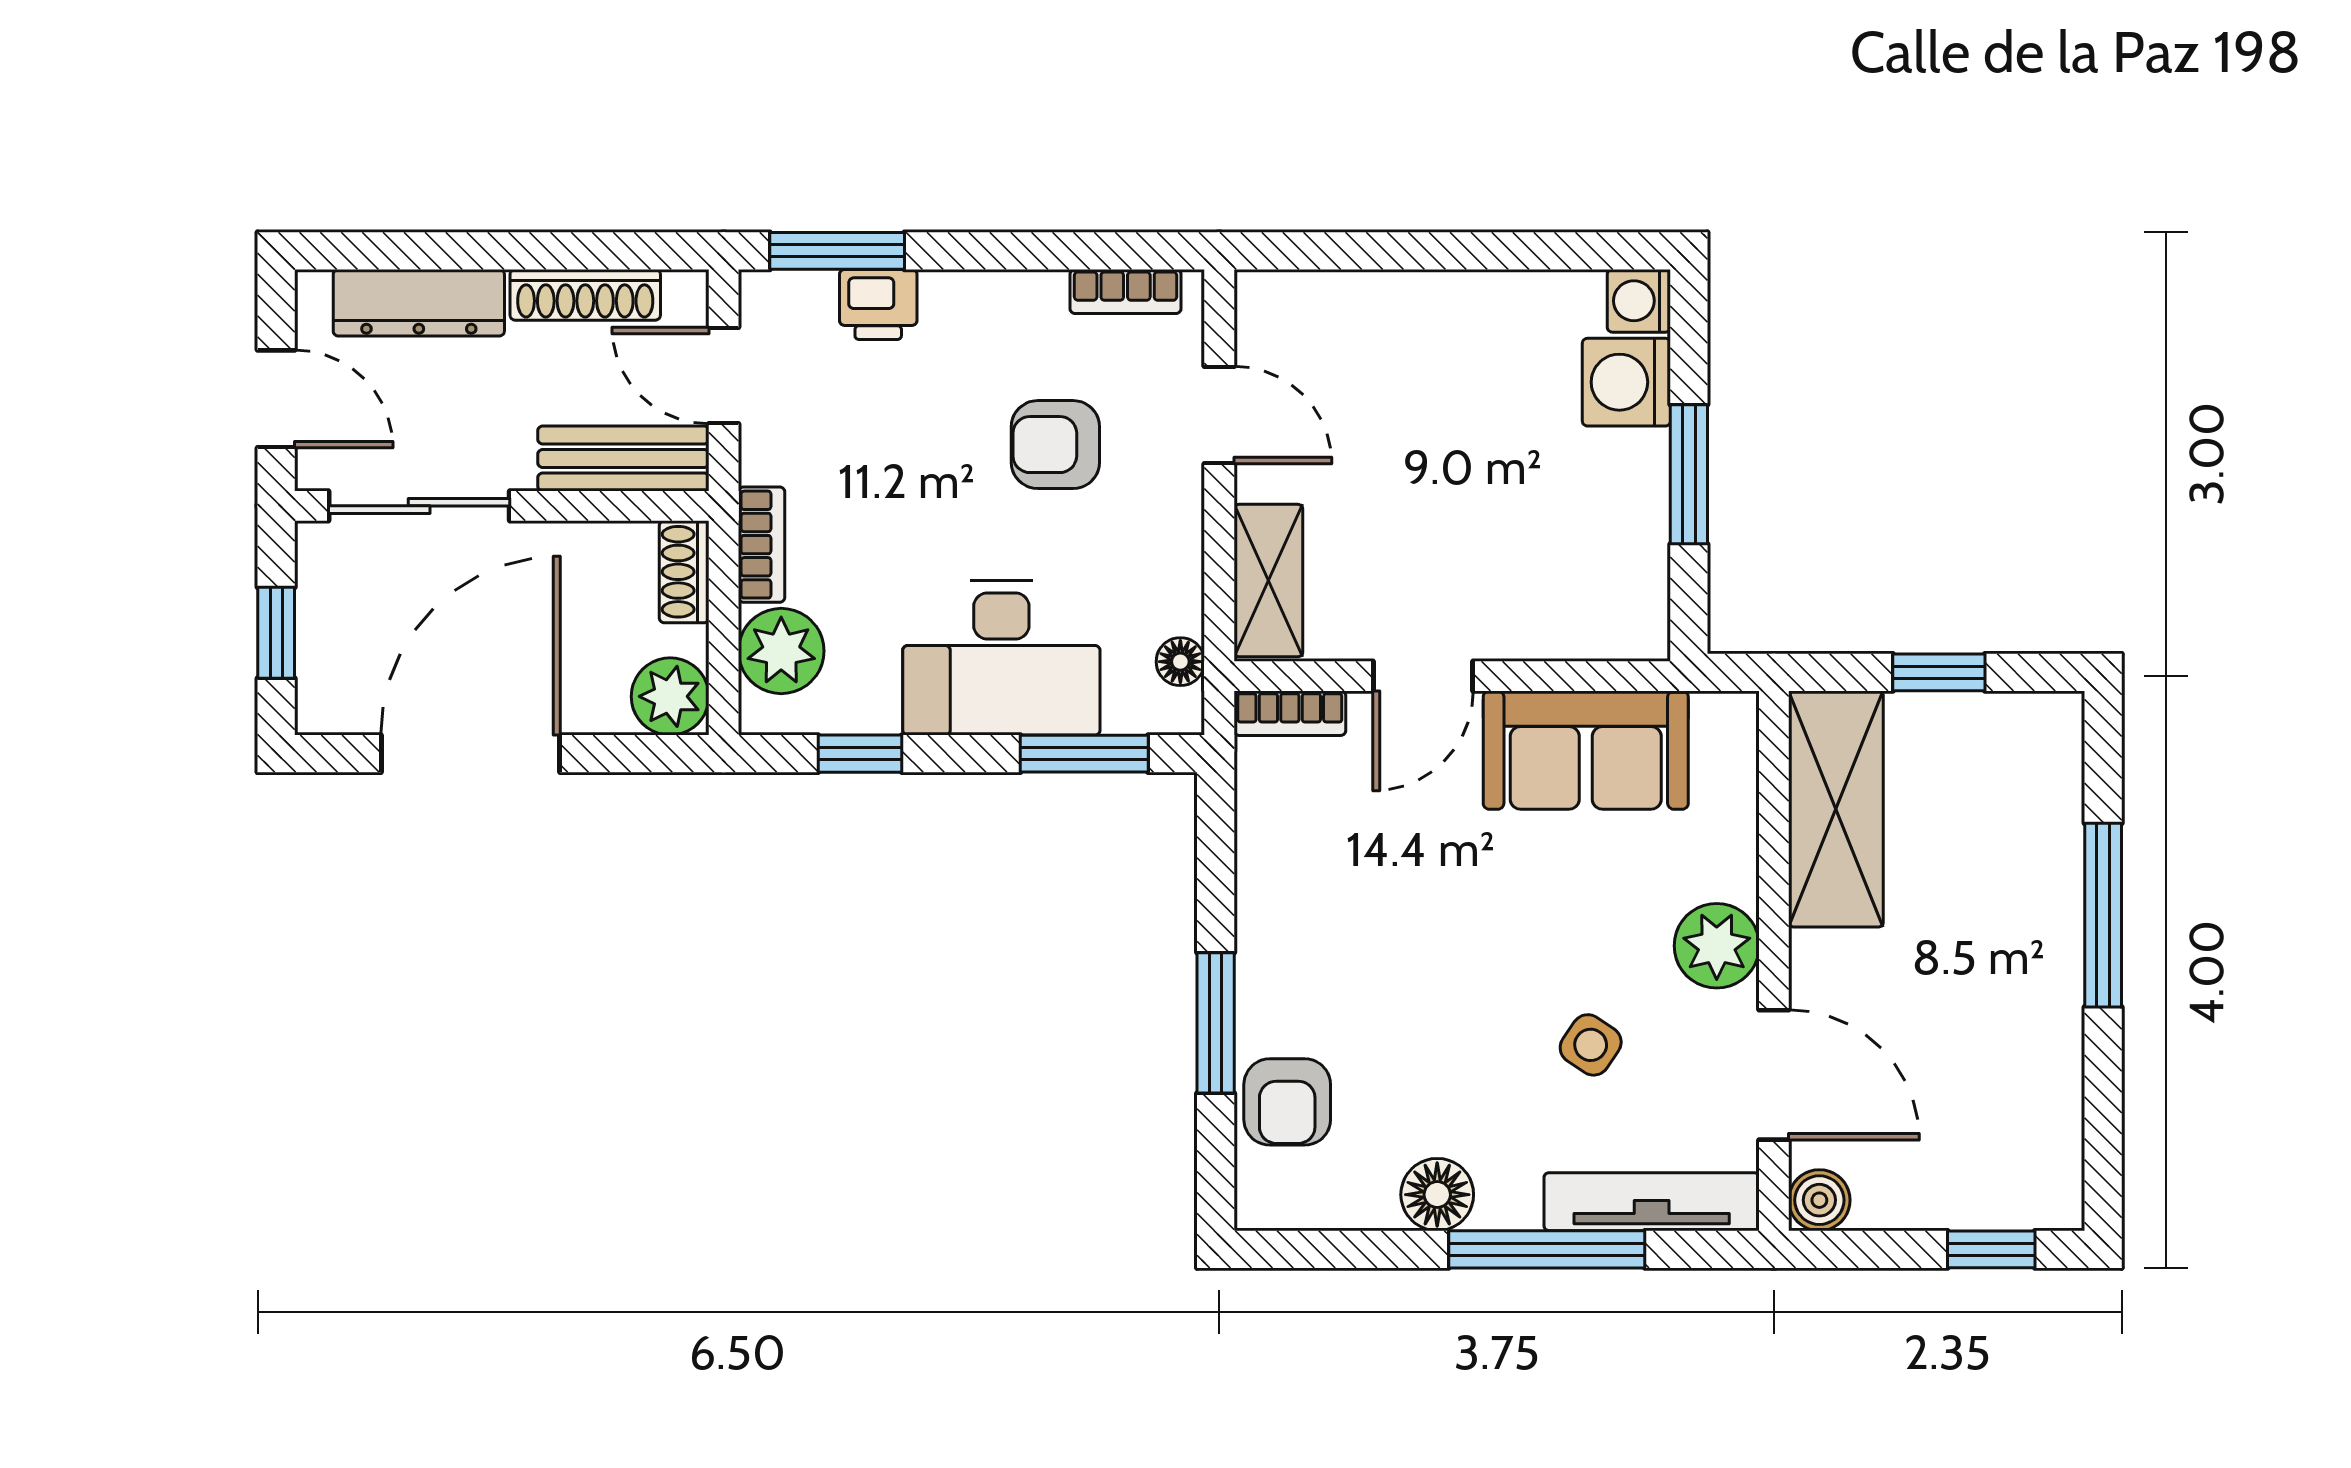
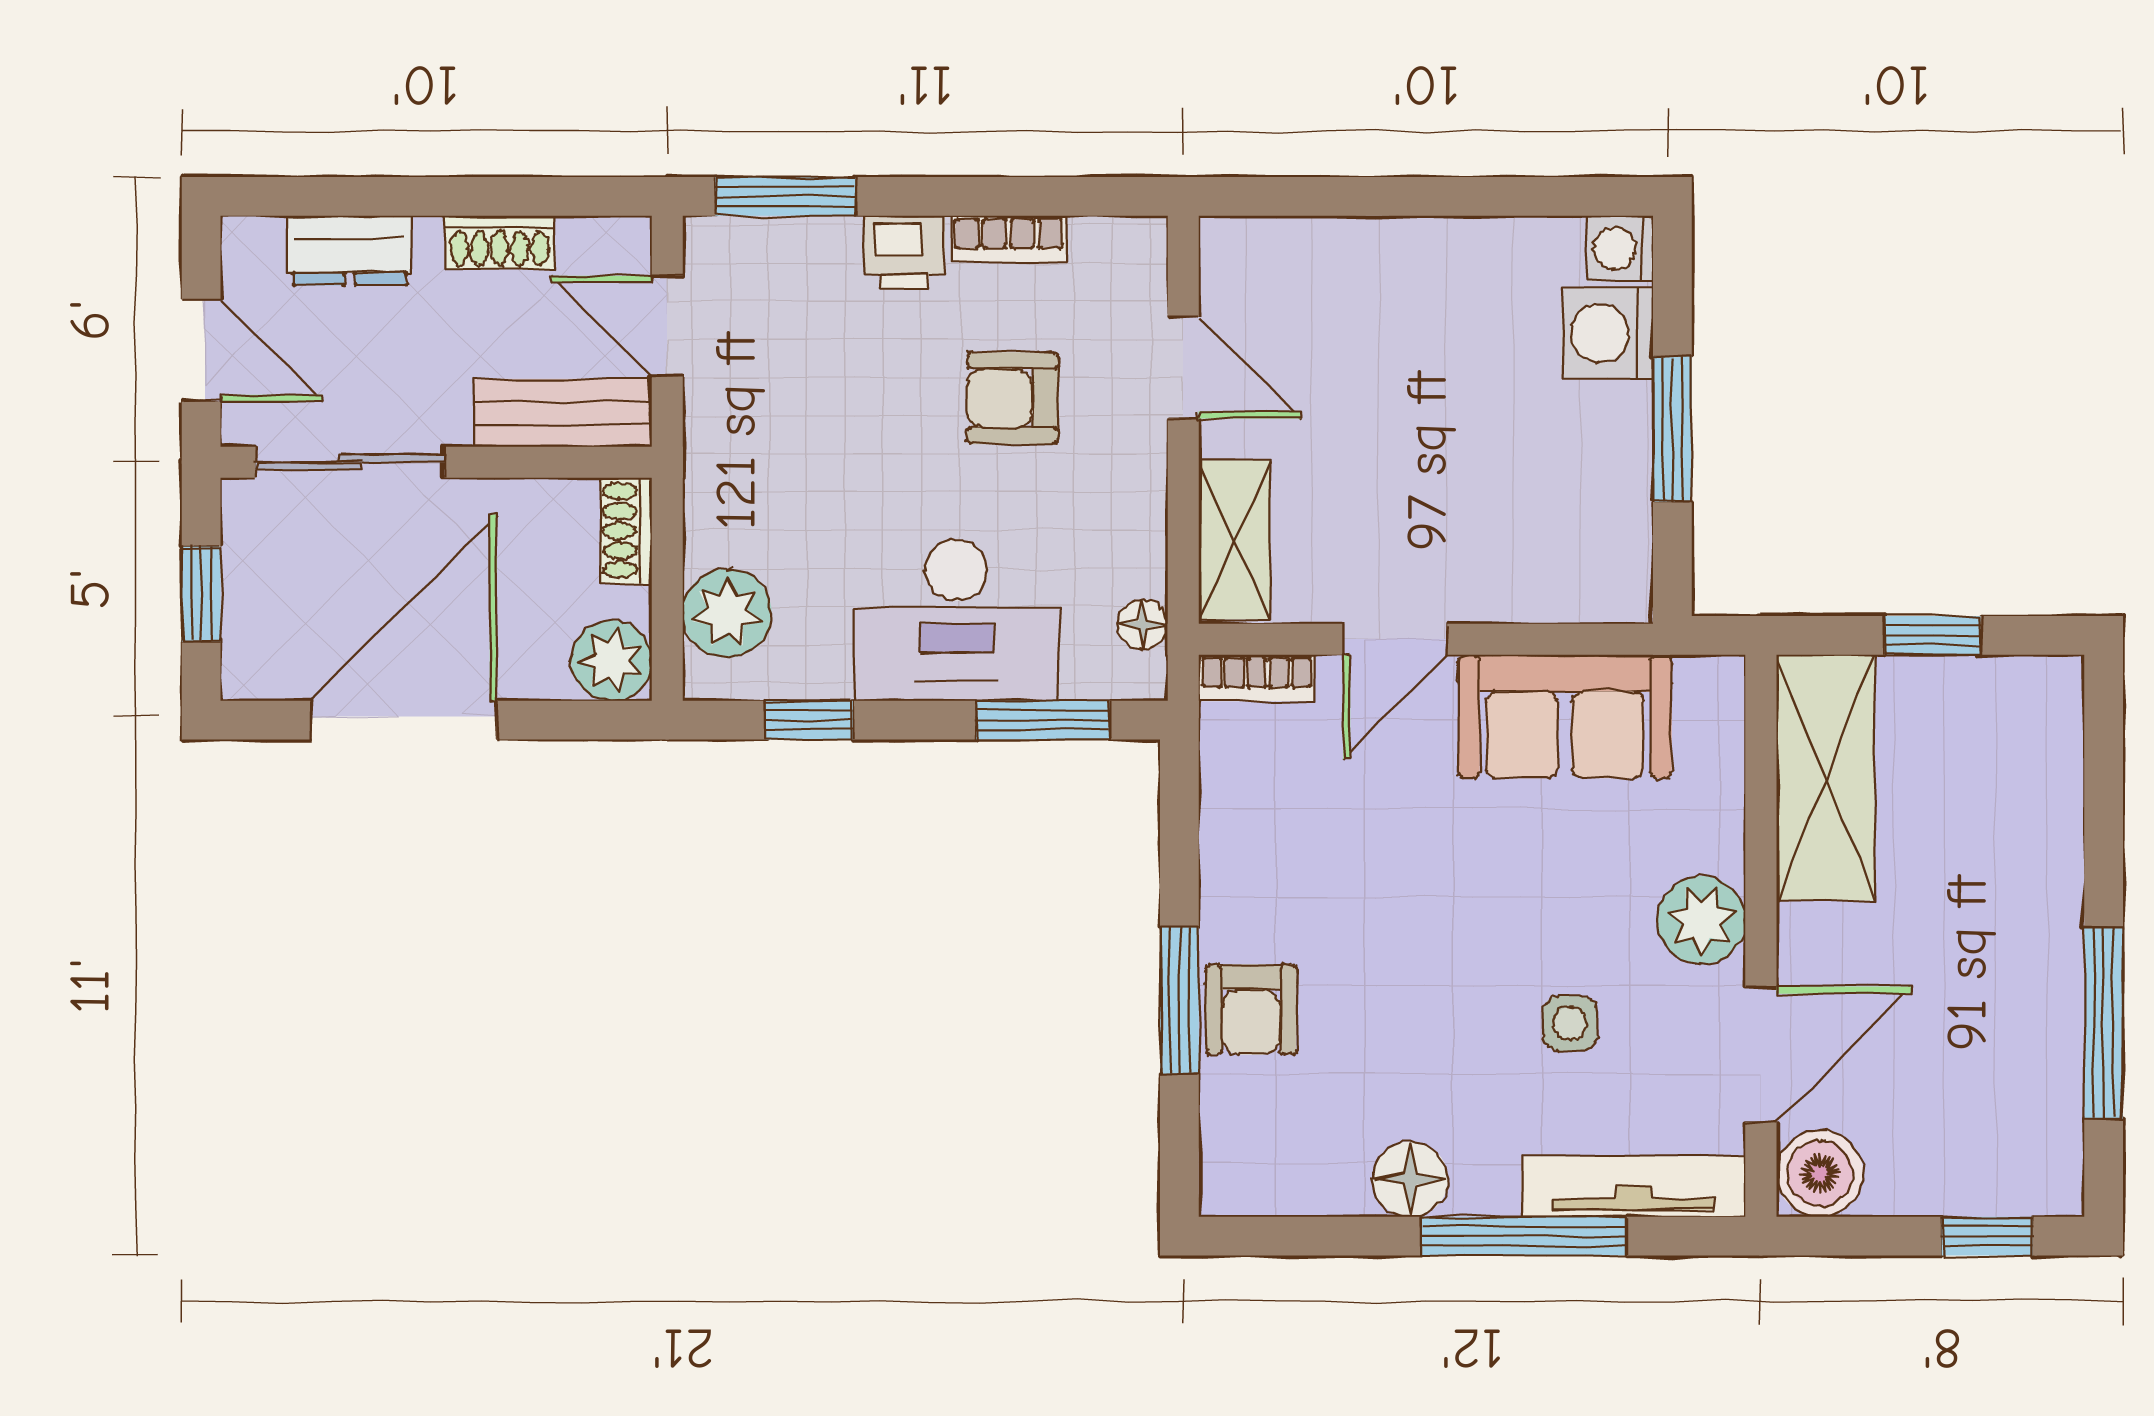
bookcase: (1126, 291) -> (1009, 239), moved
shoe rack: (585, 295) -> (500, 242), width x0.70
dresser: (419, 303) -> (350, 251), width x0.70
printer: (878, 304) -> (904, 252), moved
bookcase: (762, 545) -> (707, 502), removed
window: (2103, 915) -> (2104, 1023), moved
side table: (1591, 1045) -> (1570, 1023), turned -34
door: (1774, 1075) -> (1761, 1055), hinge flipped
armchair: (1287, 1102) -> (1251, 1010), moved
boiler: (1819, 1200) -> (1820, 1173), width x1.36, depth x1.36

